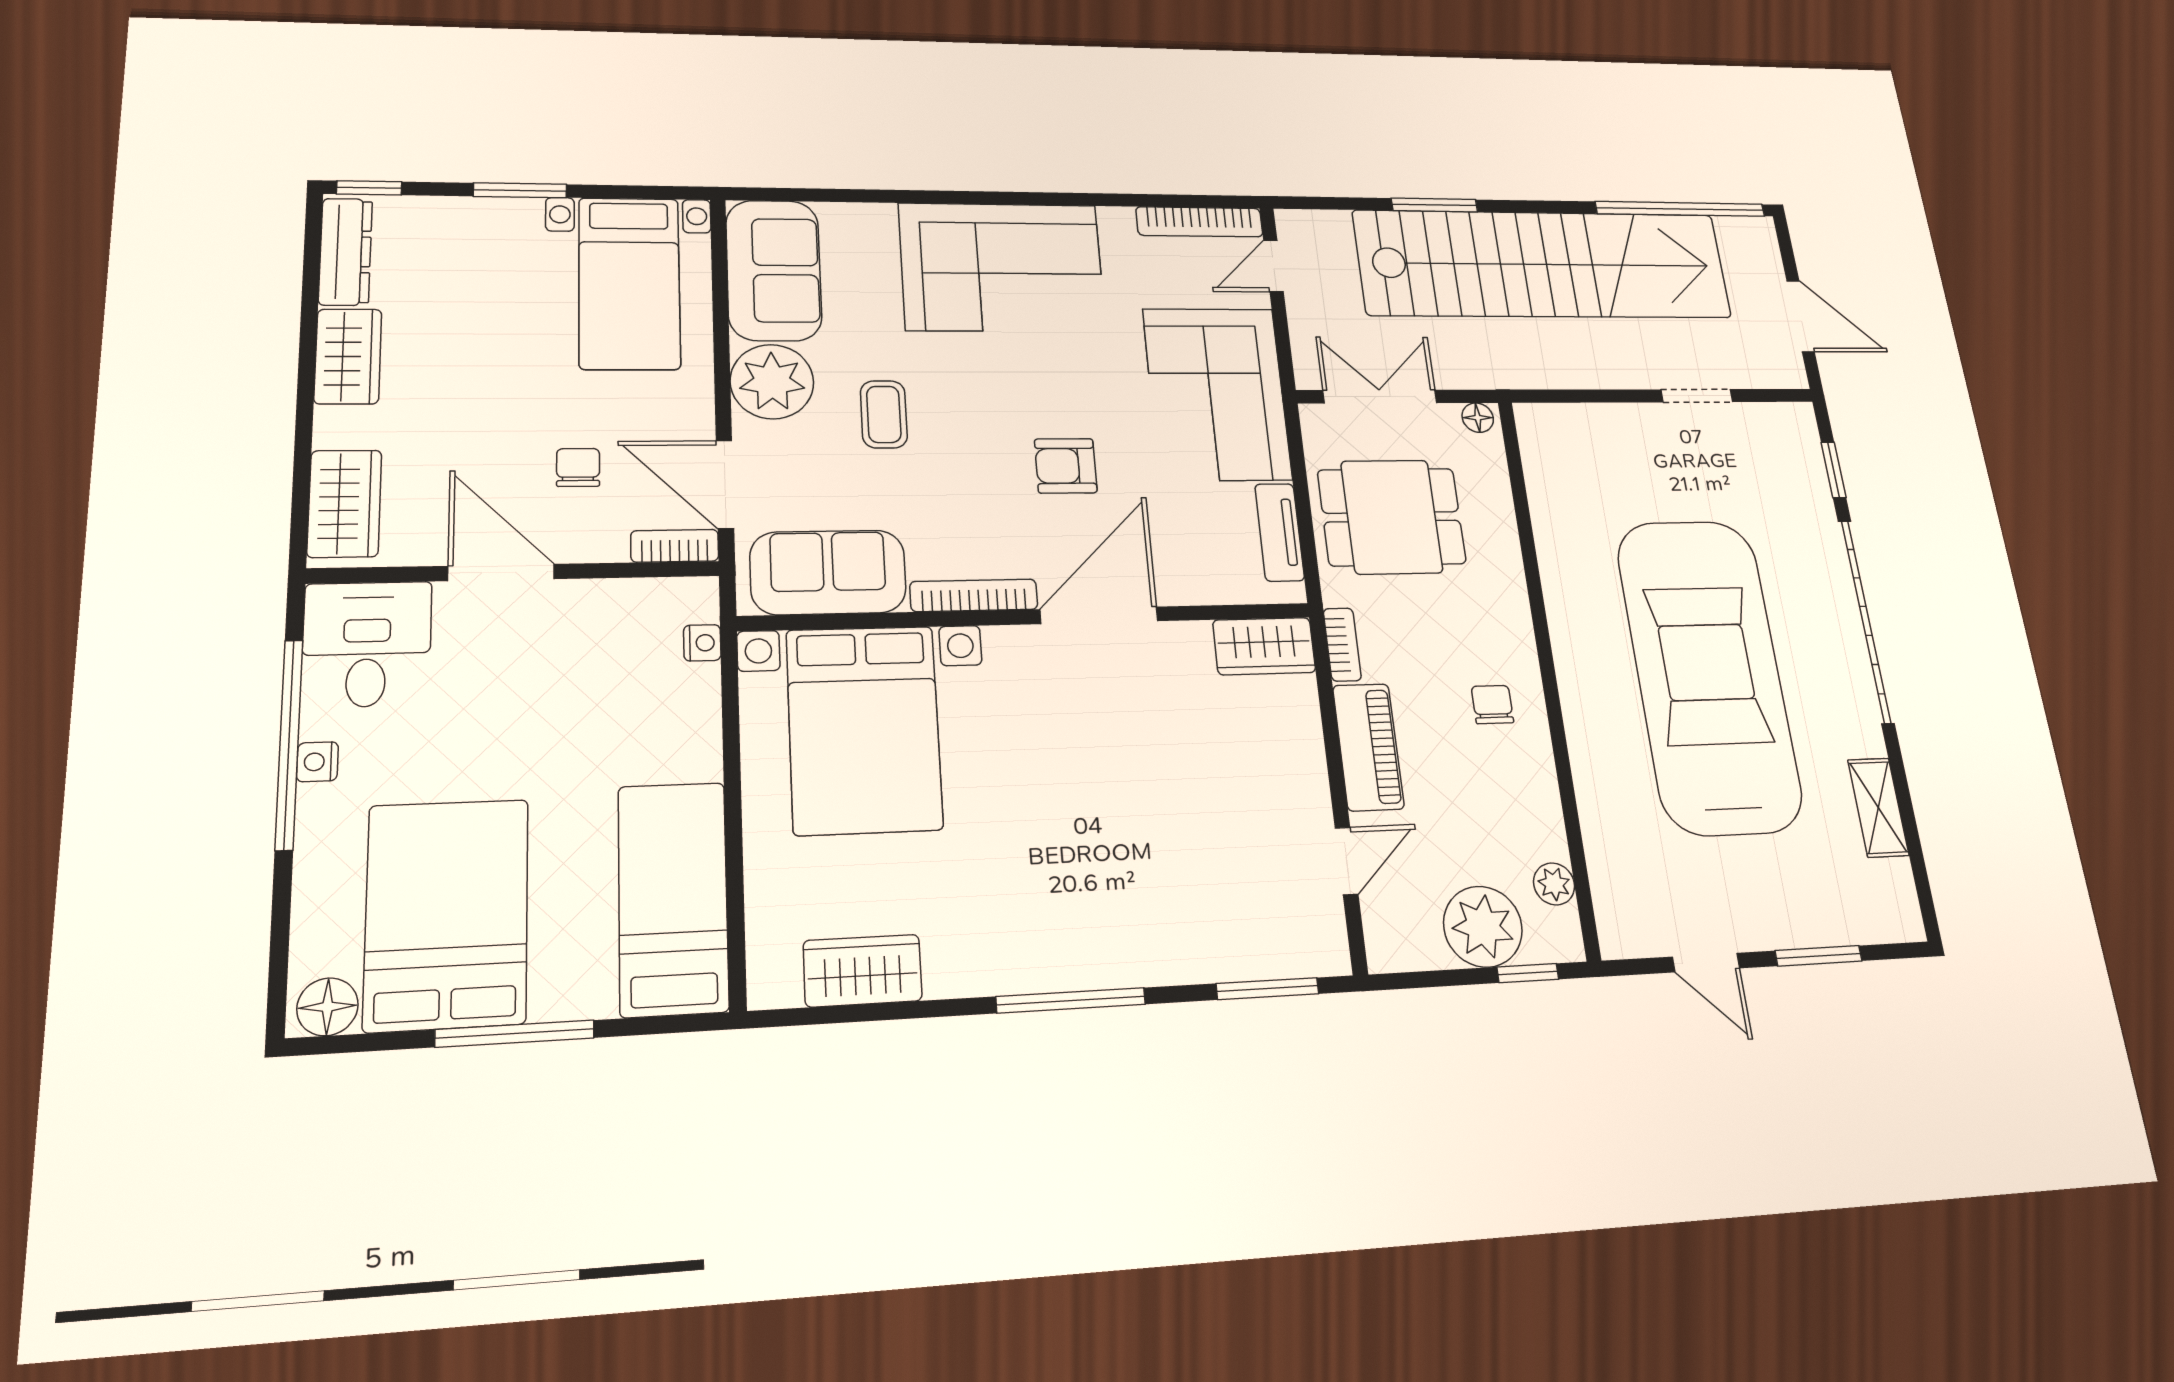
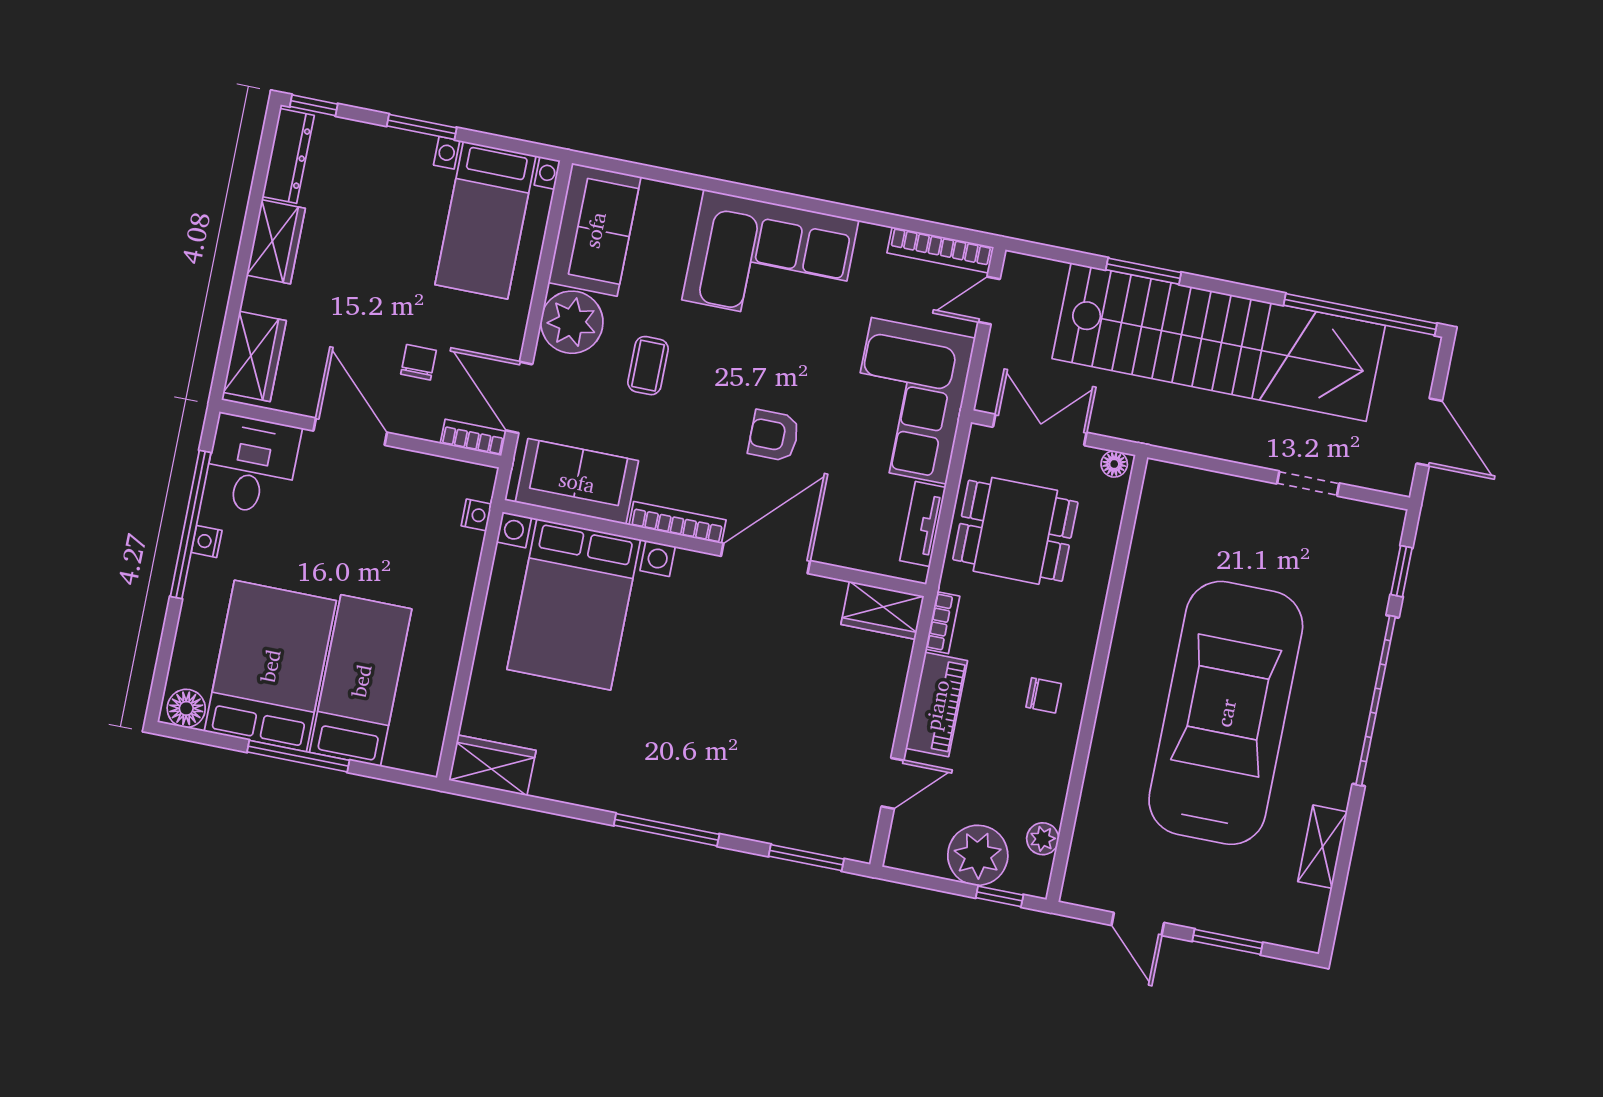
chair: (1492, 704) -> (1044, 695), turned 90
bed: (673, 898) -> (361, 681), moved
wardrobe: (863, 971) -> (492, 765), moved

